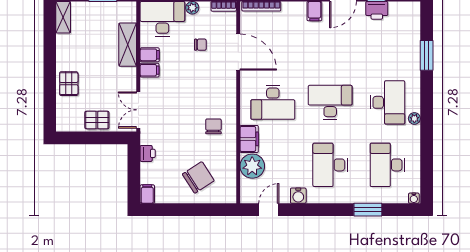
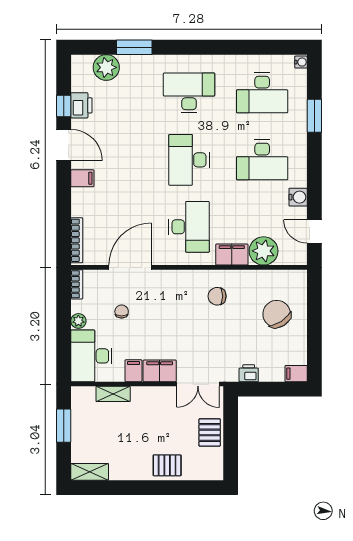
shelving: (128, 45) -> (113, 394), width x0.67, depth x0.75
filing cabinet: (150, 70) -> (160, 371), width x2.00
plant: (414, 118) -> (106, 67), moved, width x1.87, depth x1.87

